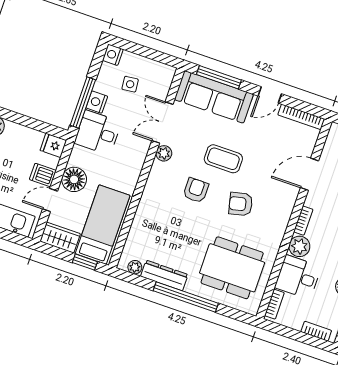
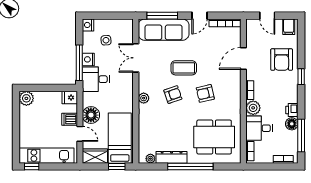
plant: (164, 153) -> (144, 98), moved
armchair: (196, 190) -> (173, 95), turned 71
door: (50, 200) -> (80, 134), swing flipped

